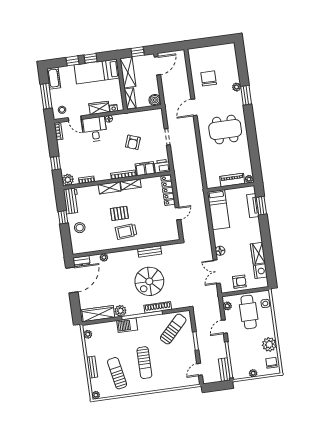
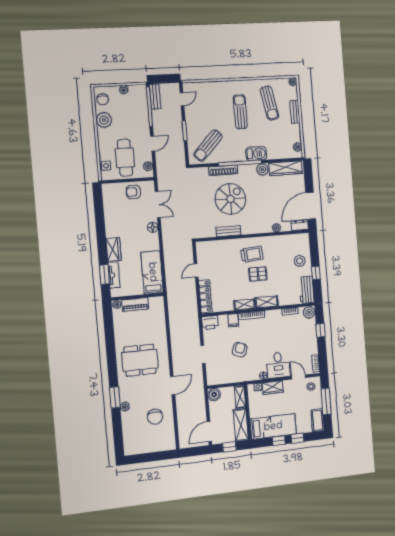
filing cabinet: (145, 169) -> (233, 320), width x0.50
wardrobe: (258, 253) -> (114, 249), moved
nightstand: (260, 271) -> (110, 202), removed

